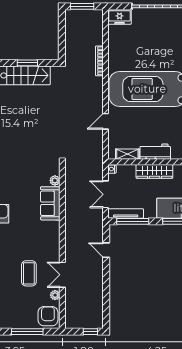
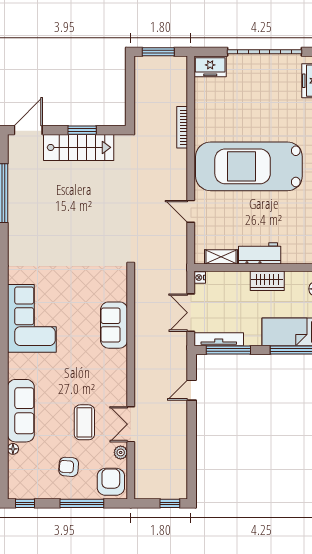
door: (106, 121) -> (191, 211), hinge flipped
wardrobe: (154, 171) -> (267, 281), width x0.67
plant: (55, 180) -> (120, 293), removed
door: (106, 250) -> (192, 390), hinge flipped
armchair: (18, 305) -> (69, 467), added

